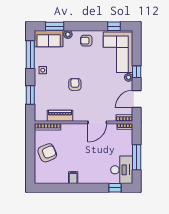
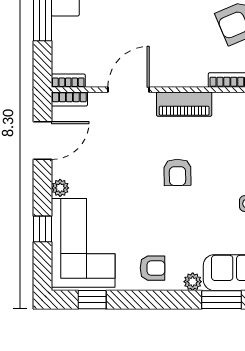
window: (137, 72) -> (43, 229), moved
piano: (60, 116) -> (184, 104), moved

